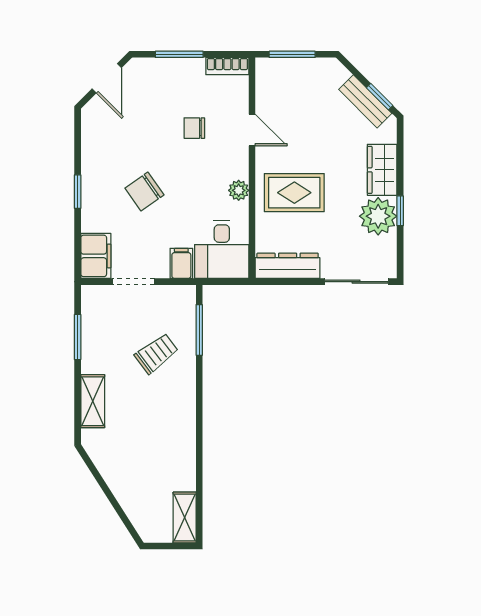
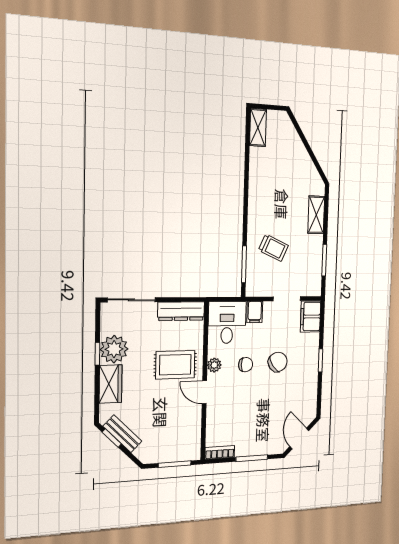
chair: (194, 128) -> (246, 365), moved
door: (252, 130) -> (204, 392), moved
trolley: (156, 353) -> (273, 248), turned -119

